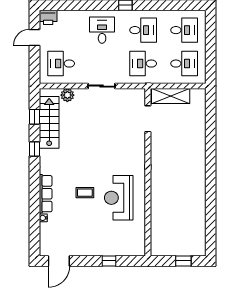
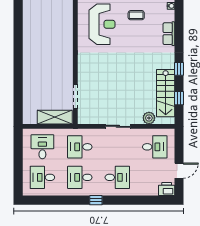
desk: (102, 30) -> (117, 177), turned -90
desk: (143, 64) -> (80, 147), turned 180
desk: (184, 64) -> (42, 147), turned 90
coffee table: (85, 193) -> (136, 15), moved
row of seats: (46, 194) -> (169, 34), width x0.68

